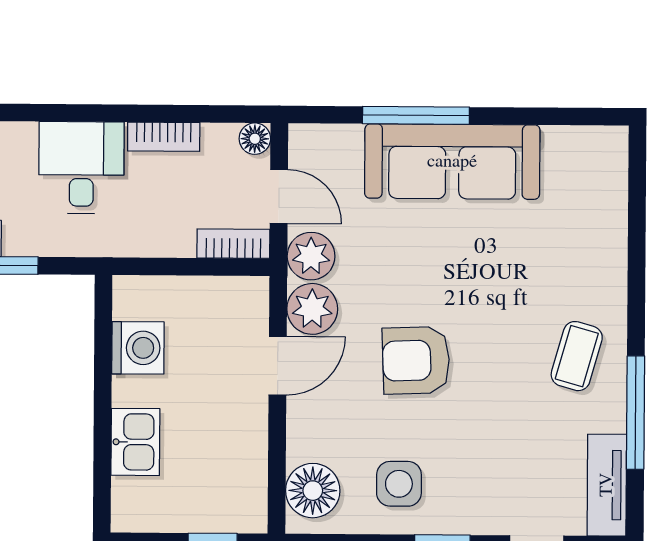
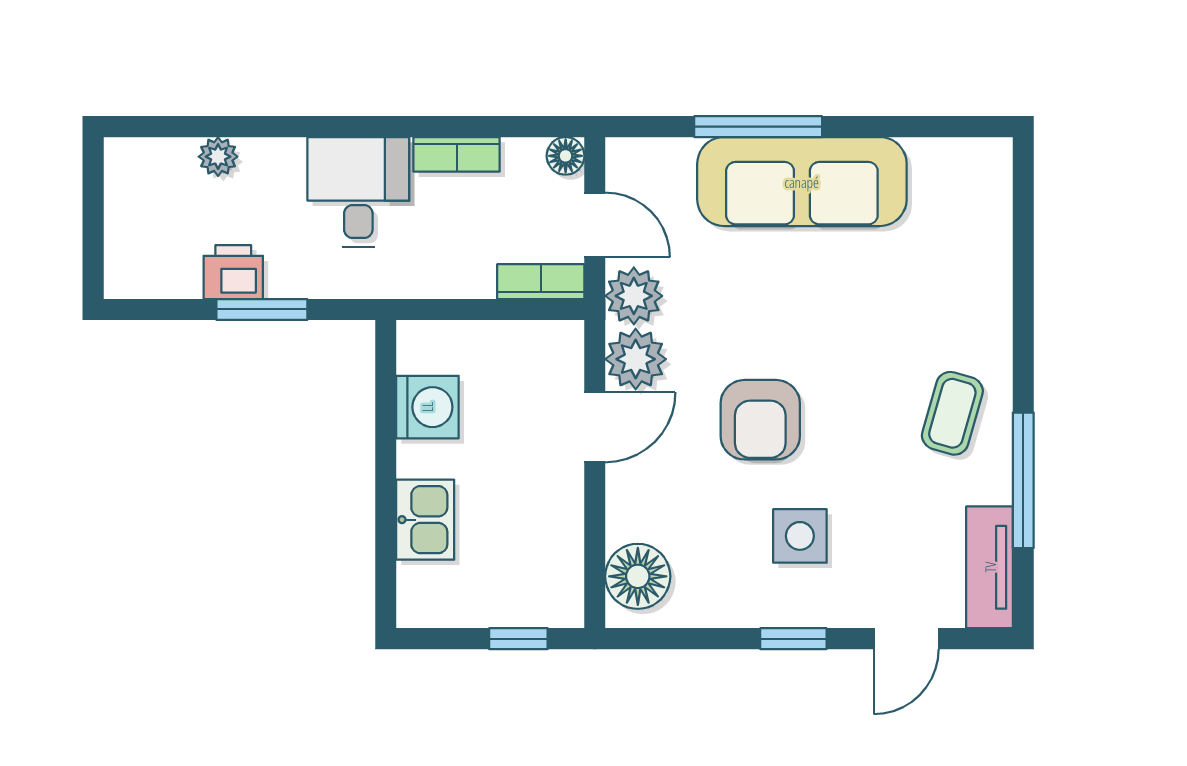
armchair: (416, 360) -> (760, 420), turned -88
side table: (399, 484) -> (800, 536), moved

